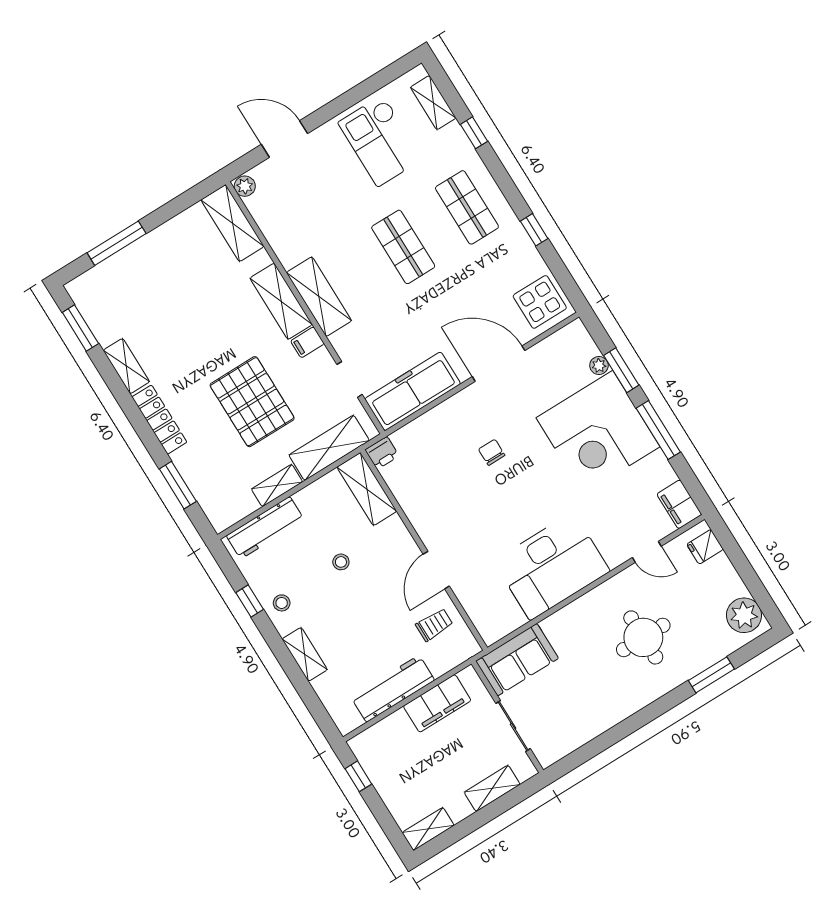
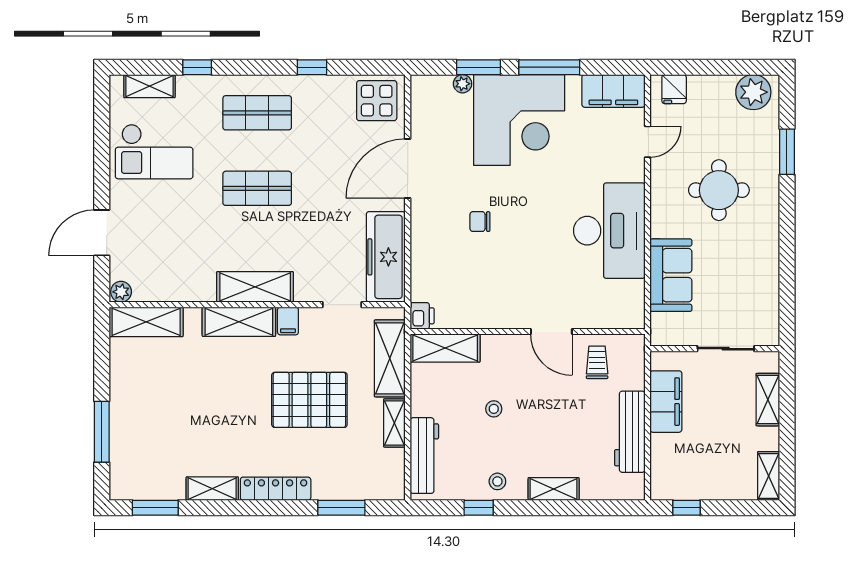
filing cabinet: (679, 504) -> (613, 91), width x1.50, depth x1.17
sofa: (517, 660) -> (671, 275), moved

